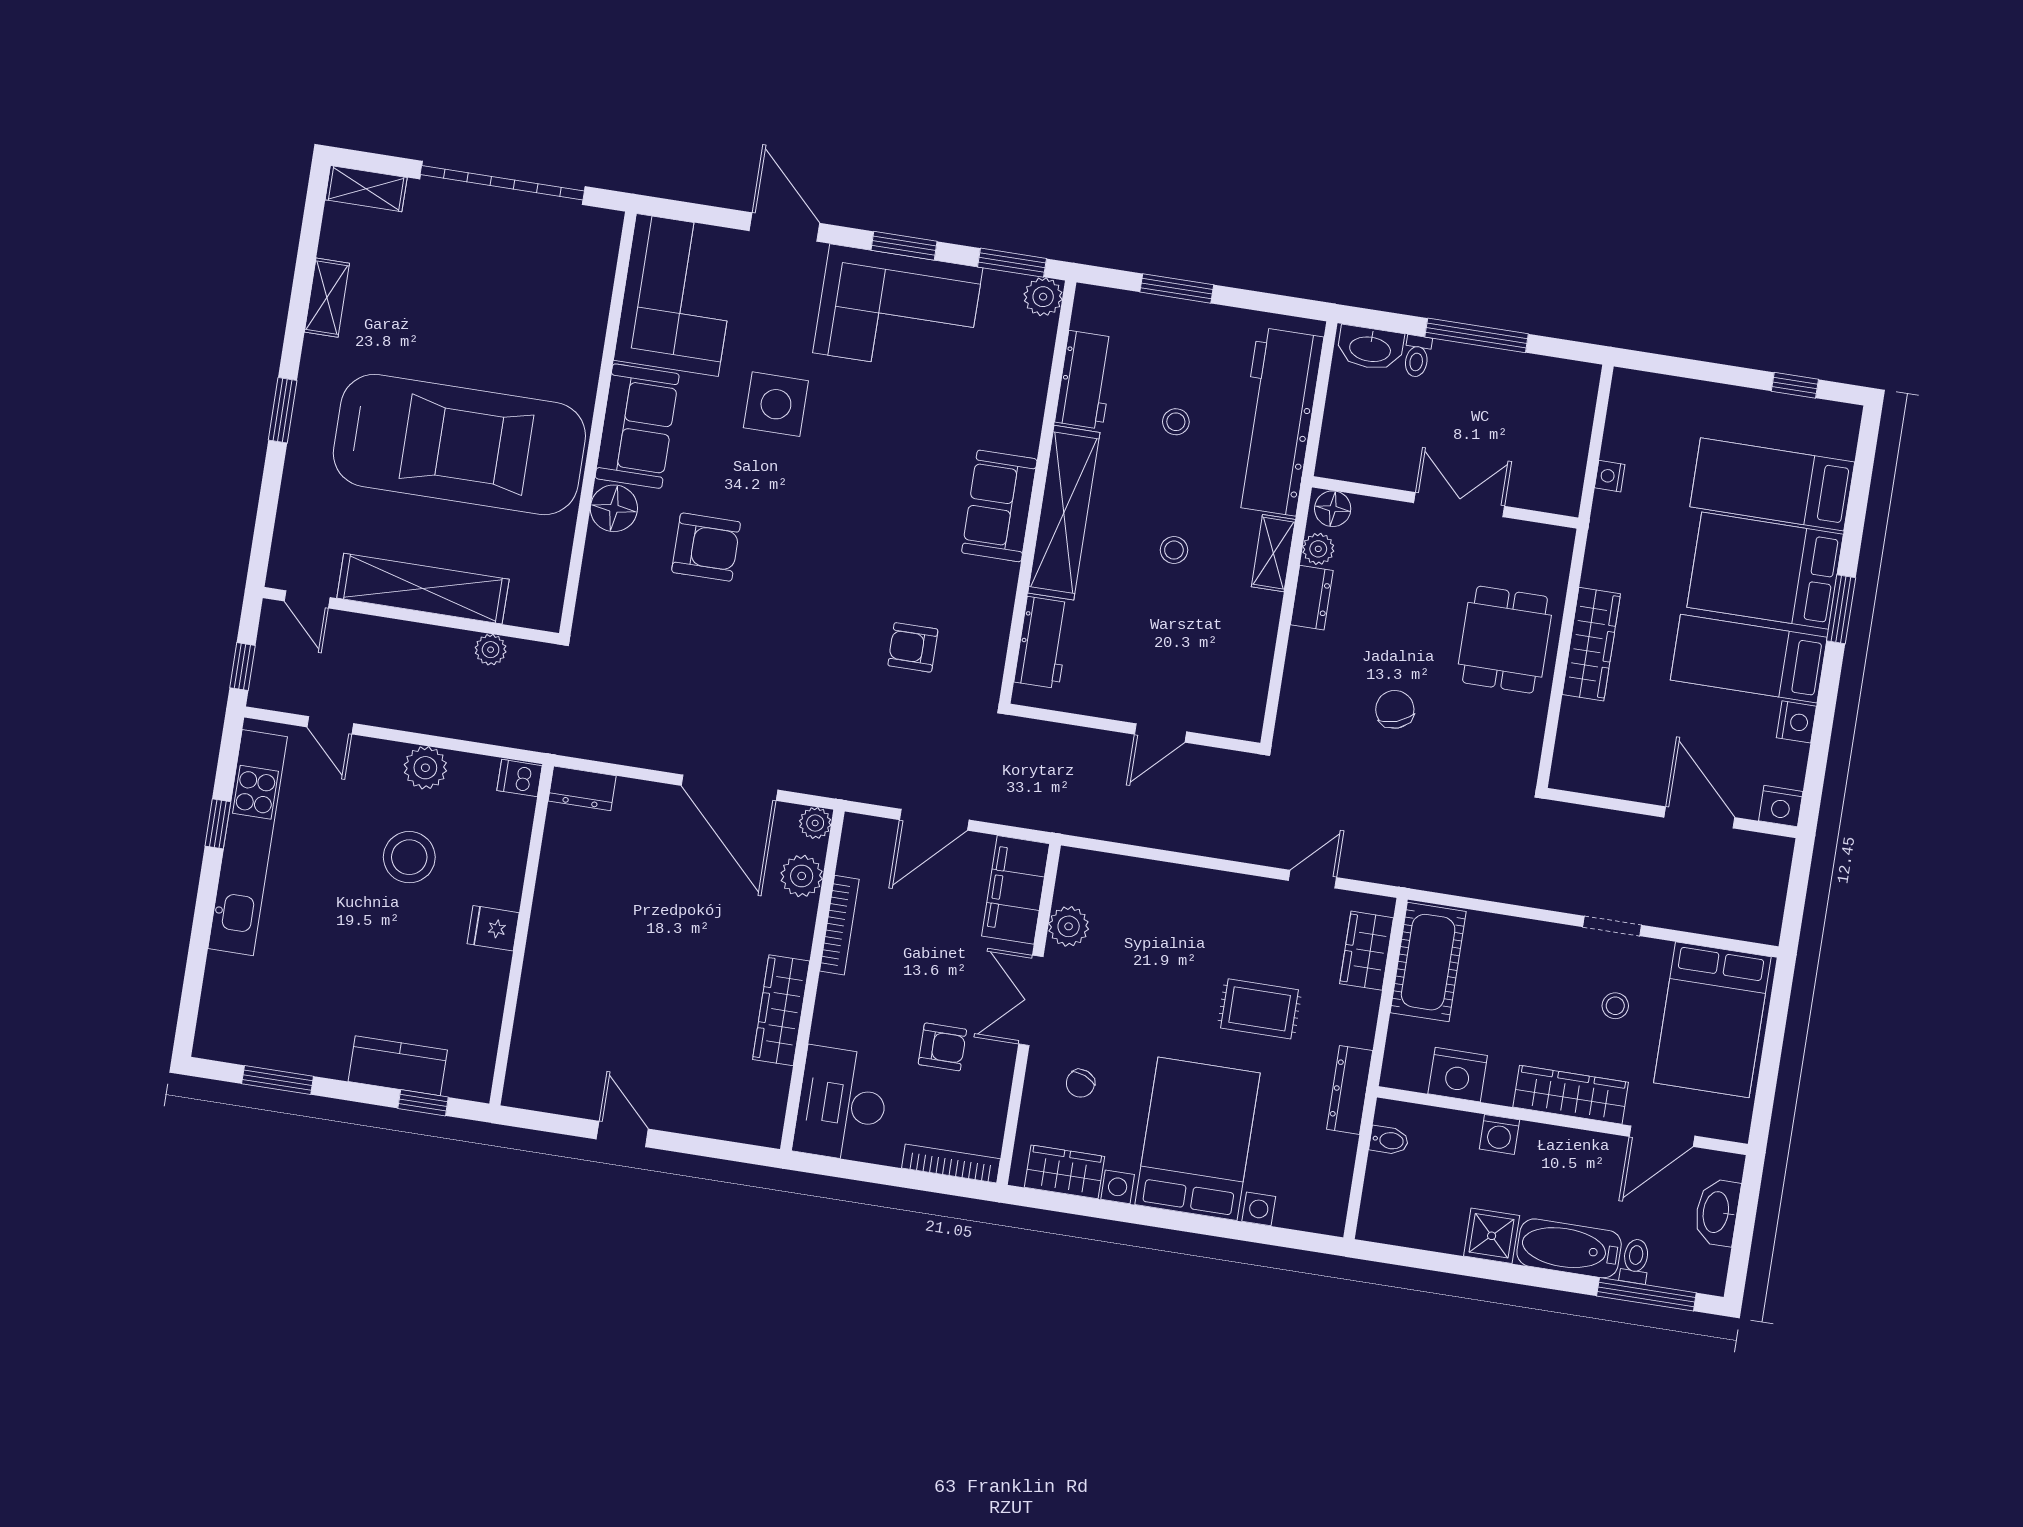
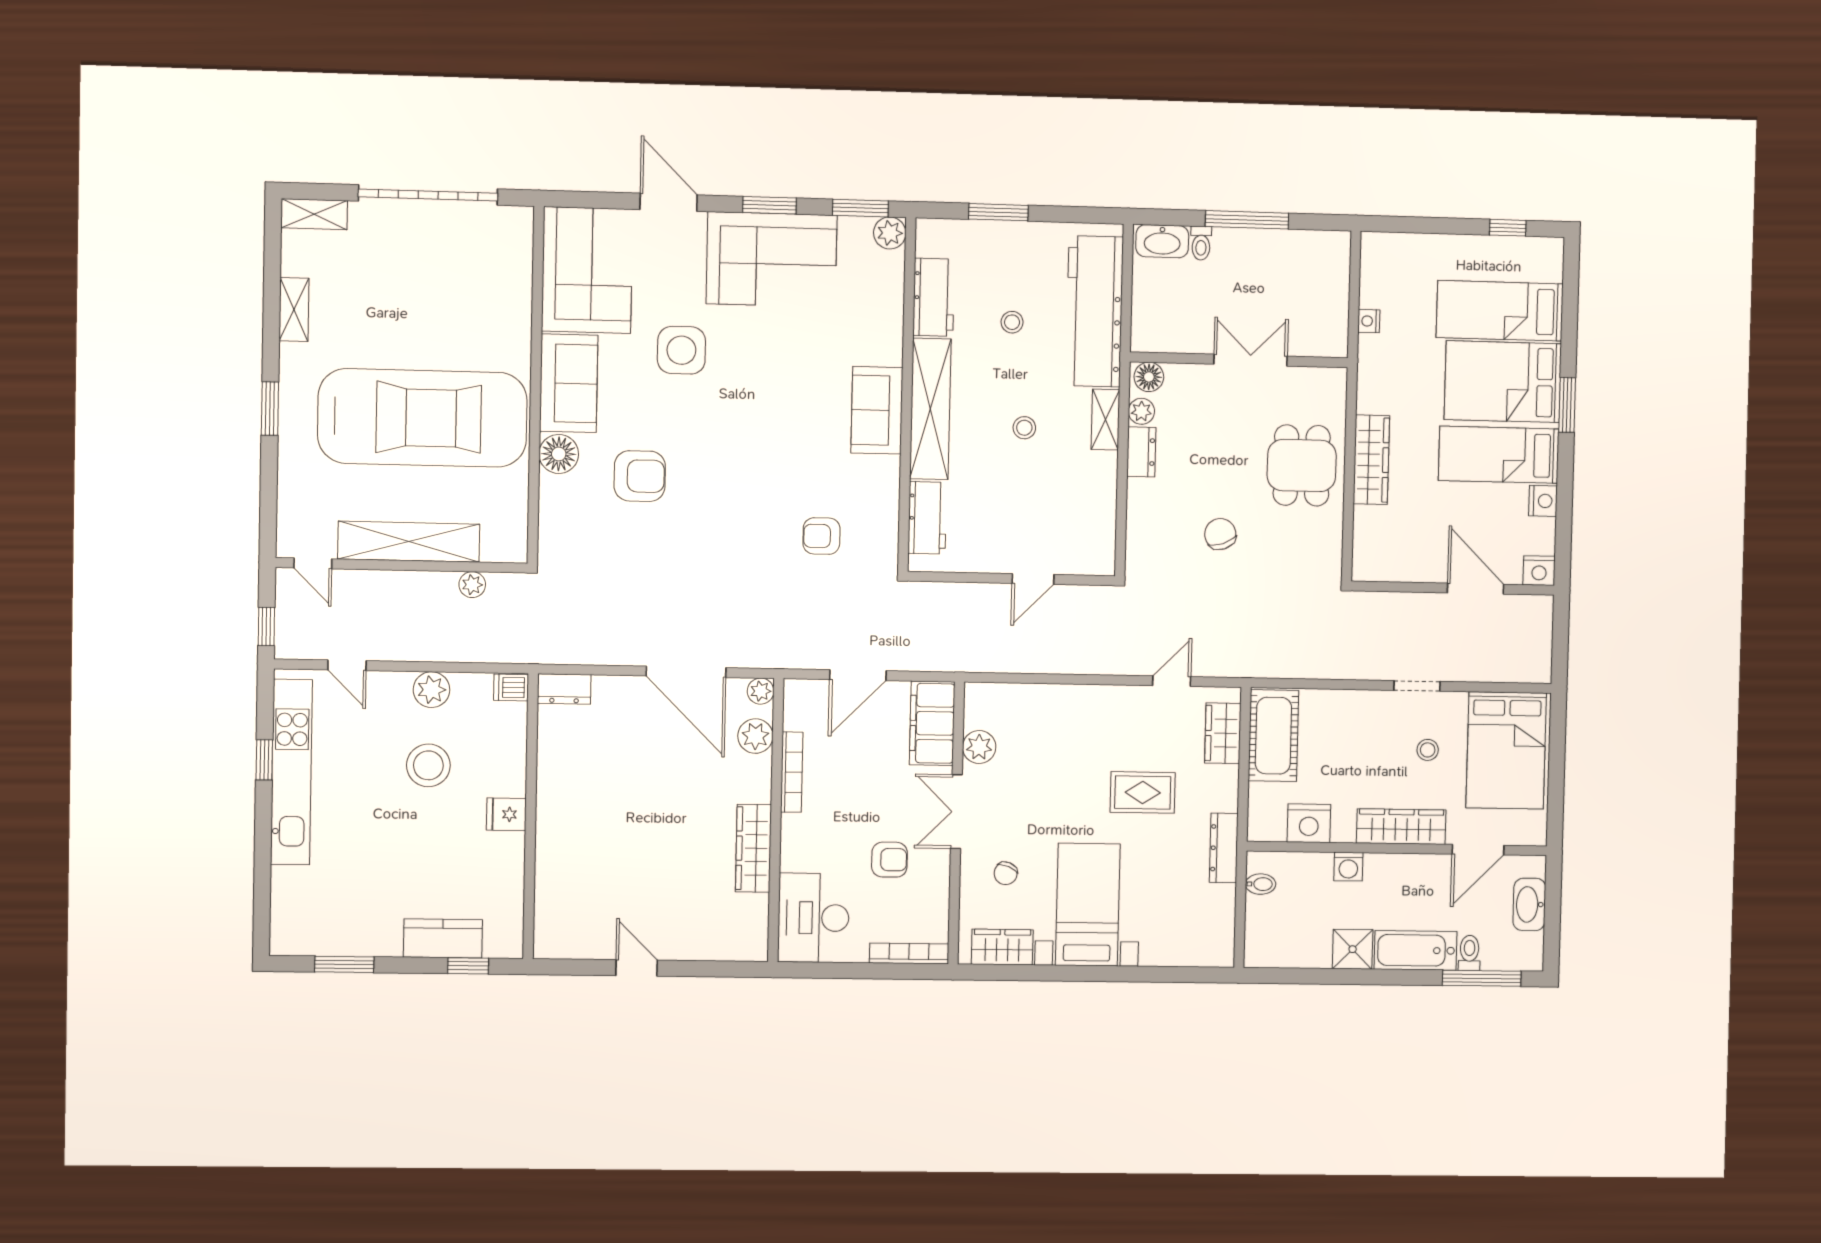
bed with nightstands: (1197, 1139) -> (1088, 905), width x0.73

